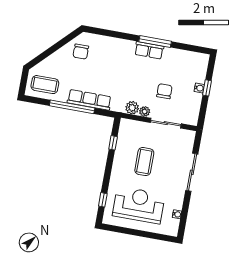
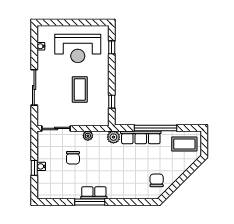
plant: (132, 108) -> (113, 137), moved
sliding door: (166, 123) -> (56, 128), moved

